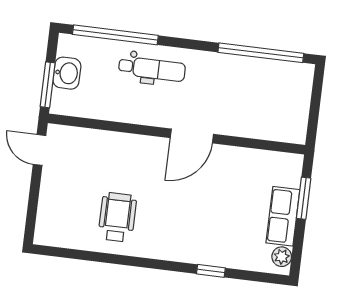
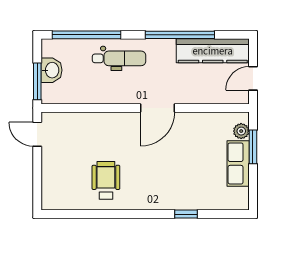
window: (261, 53) -> (180, 35), moved
kitchen counter: (269, 74) -> (213, 51), added
door: (314, 114) -> (253, 78), added
plant: (282, 257) -> (241, 131), moved

